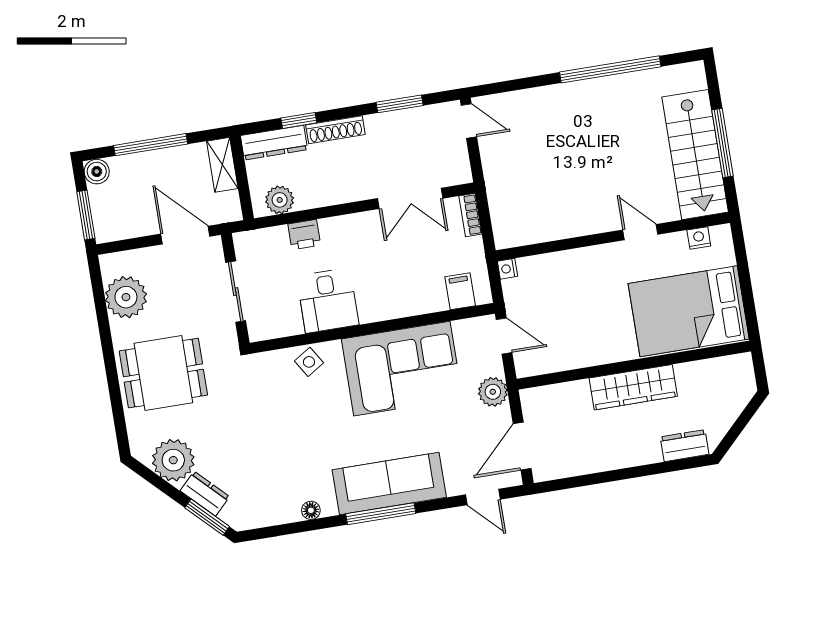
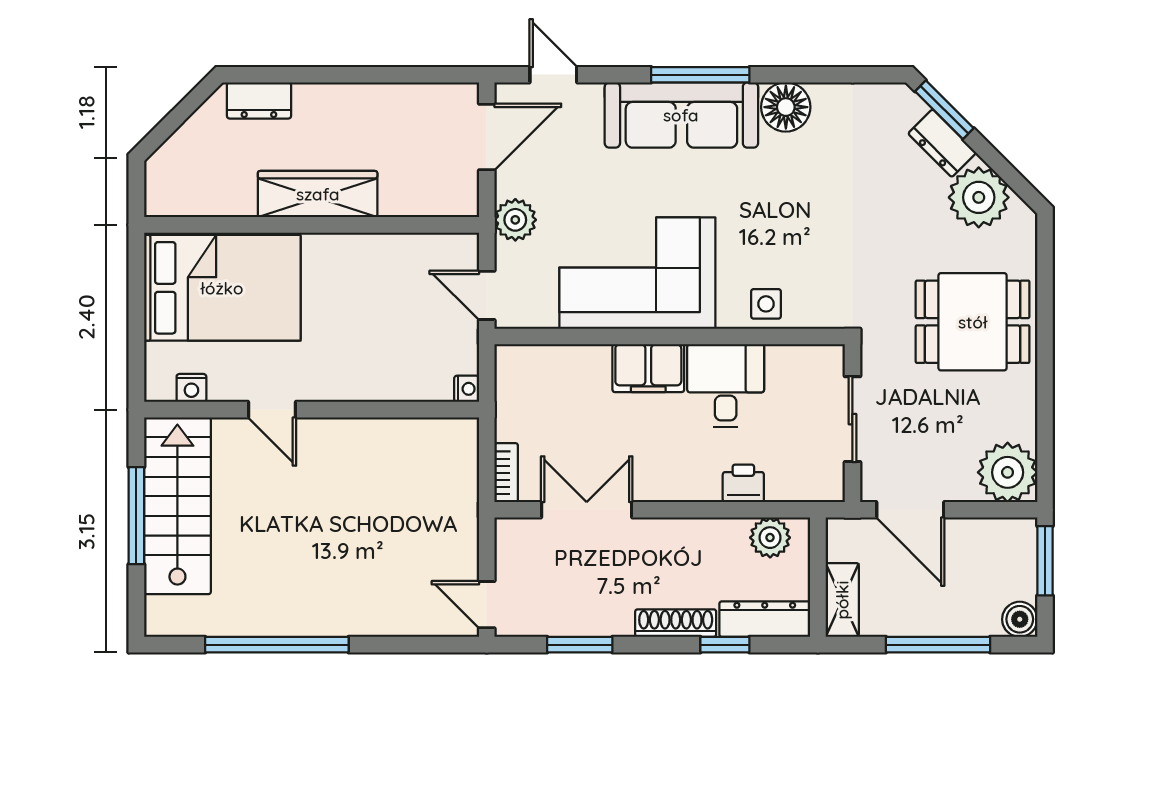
filing cabinet: (460, 291) -> (648, 368), moved, width x2.00
plant: (126, 297) -> (1008, 472), moved
side table: (309, 362) -> (766, 304), turned 32
floor lamp: (311, 510) -> (786, 107), width x1.89, depth x1.89

